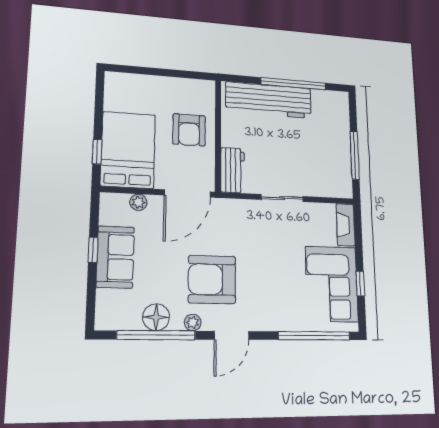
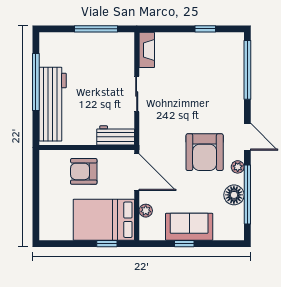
armchair: (189, 130) -> (84, 171), turned 180
fireplace: (346, 225) -> (147, 50), moved, turned -90
corner sofa: (332, 284) -> (206, 54), removed

